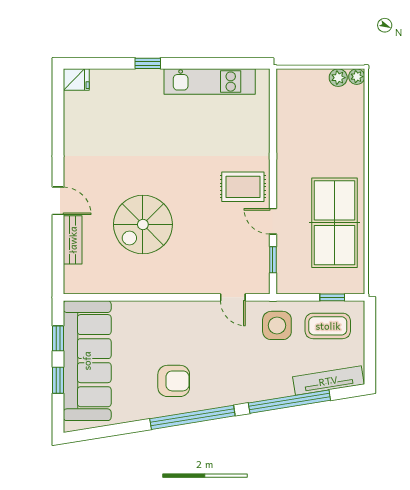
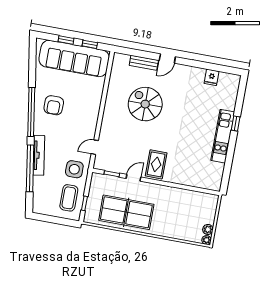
fridge: (76, 80) -> (212, 77), moved
kitchen unit: (210, 82) -> (223, 136), moved
tv unit: (328, 381) -> (39, 155), moved

